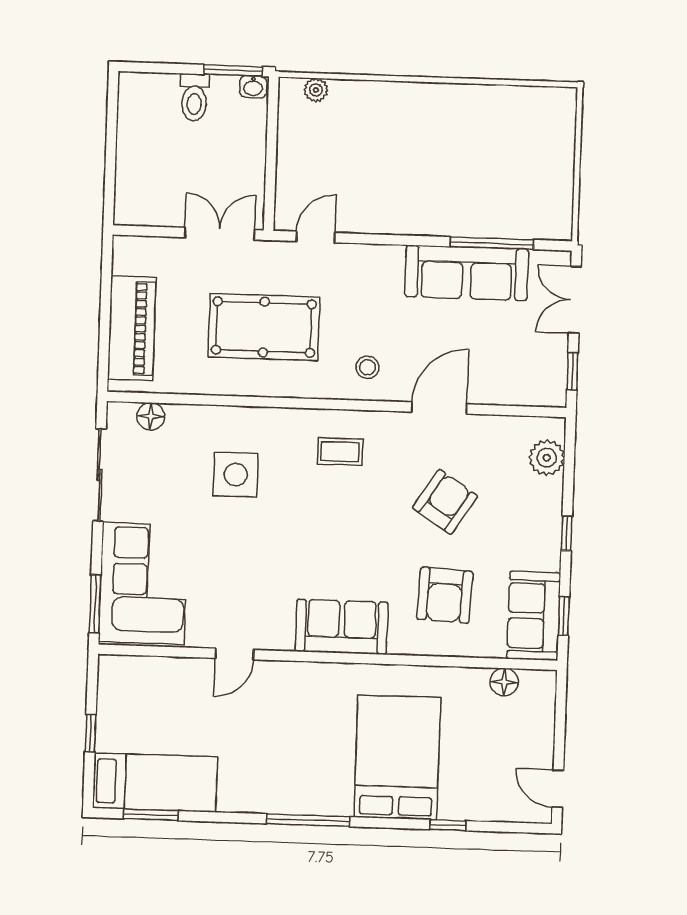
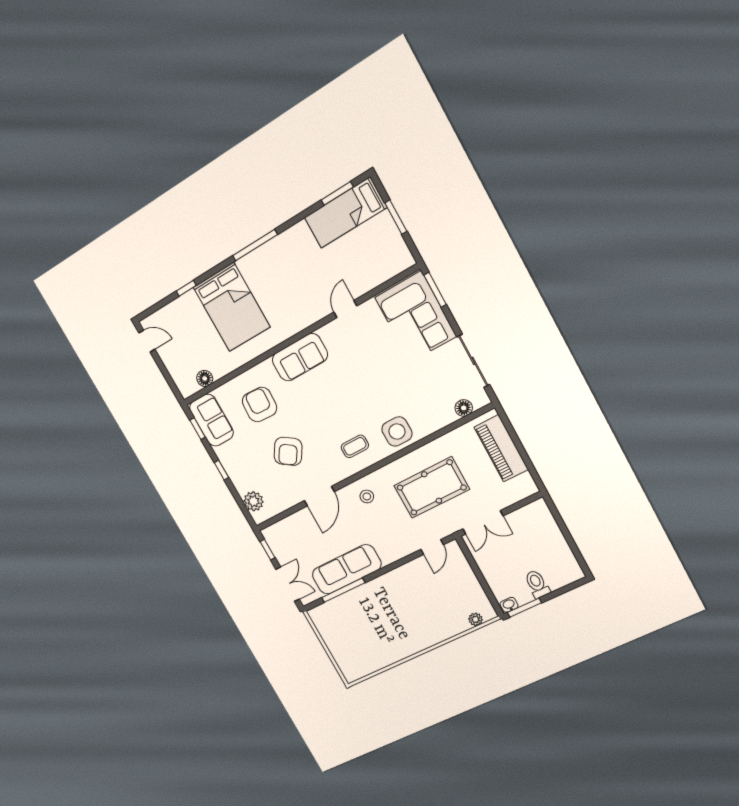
side table: (236, 475) -> (397, 431), moved
window: (90, 733) -> (396, 217), width x1.50

